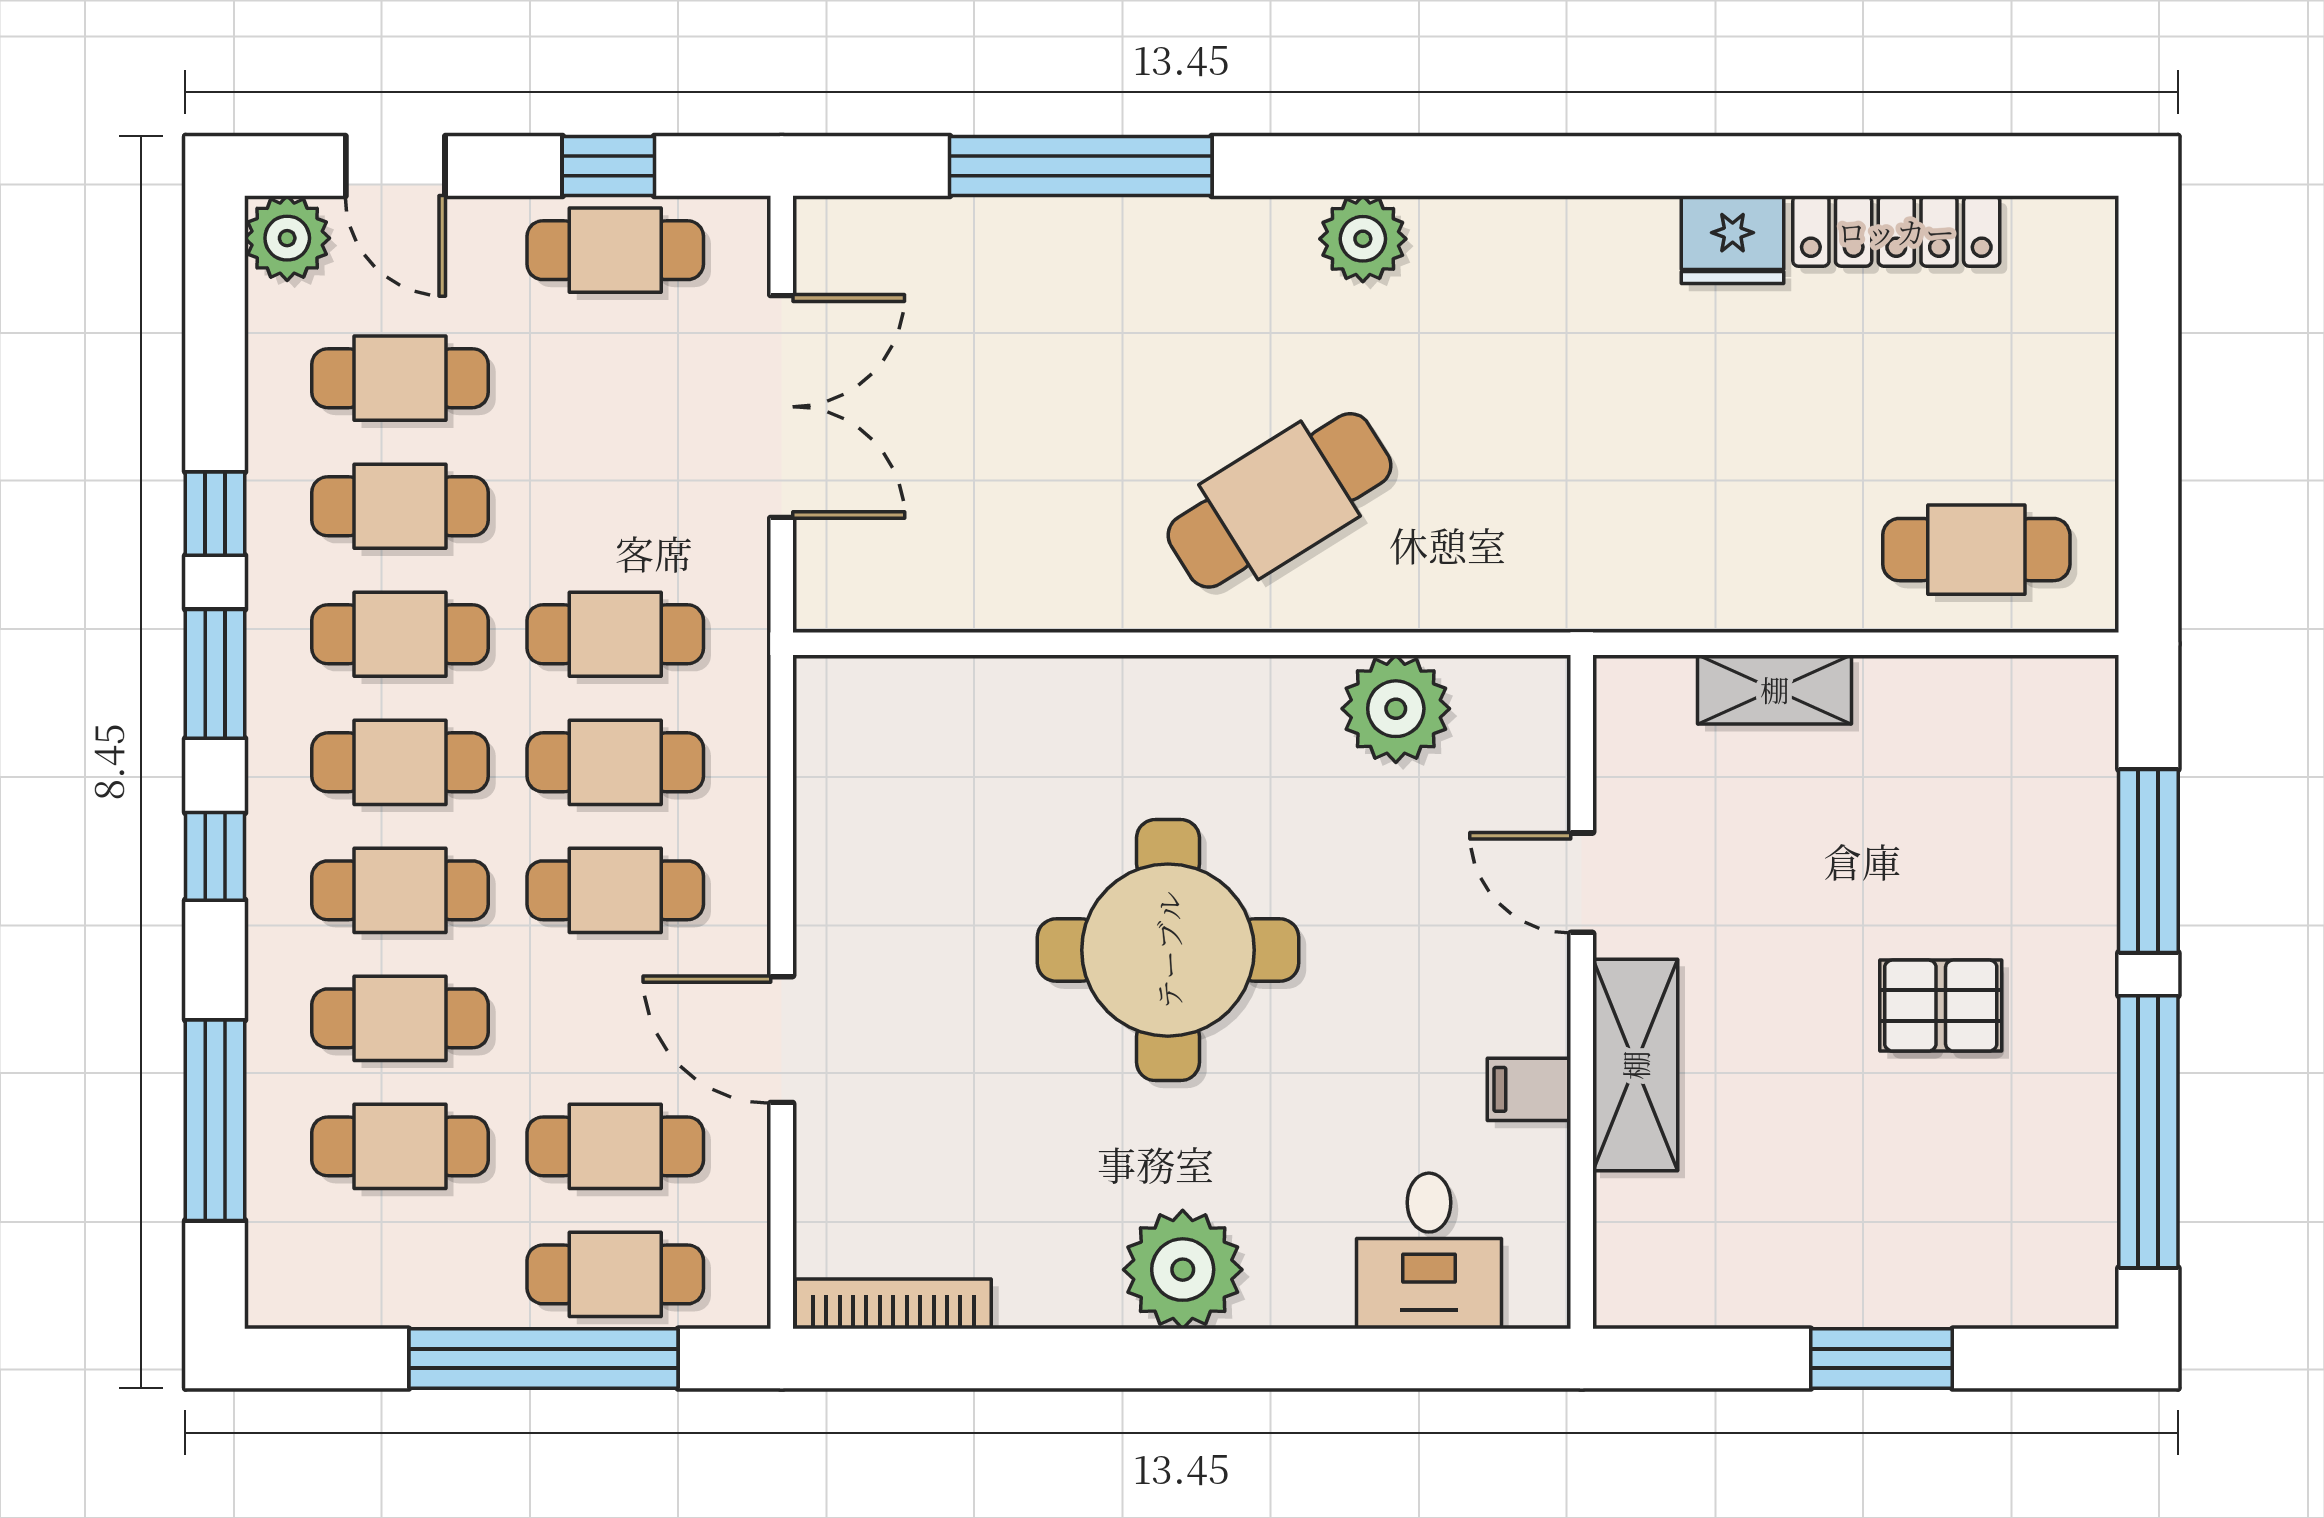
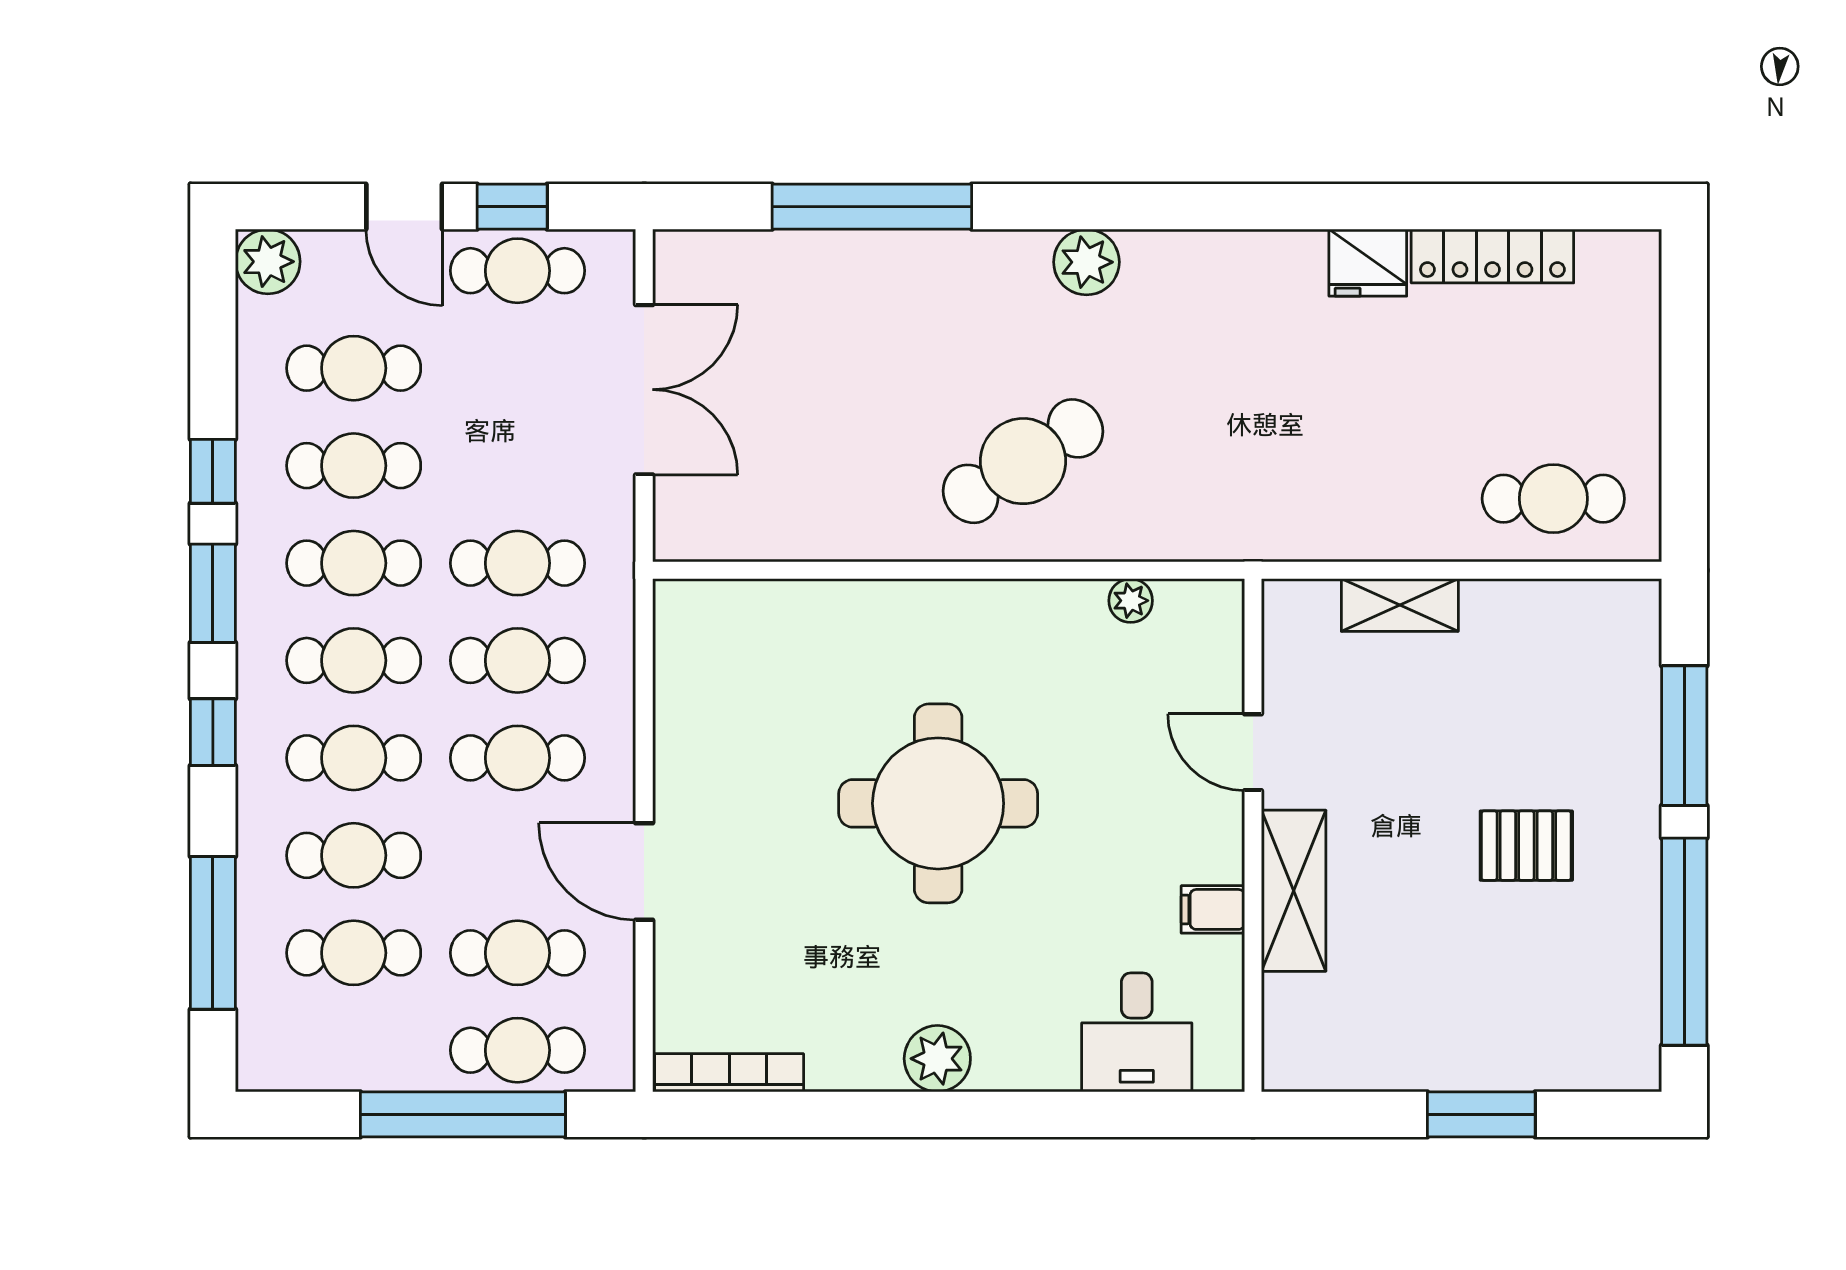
door: (395, 166) -> (404, 207), moved
plant: (1396, 709) -> (1131, 601), width x0.53, depth x0.53
plant: (1183, 1270) -> (937, 1059), width x0.73, depth x0.73

